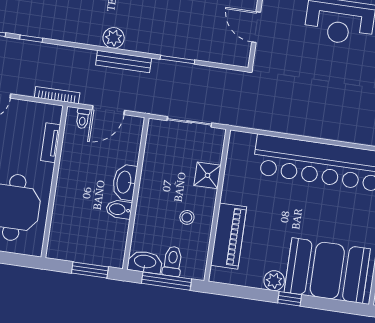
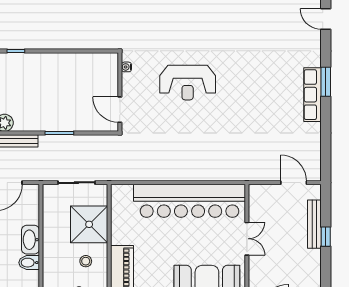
door: (256, 27) -> (120, 110), moved
shower: (208, 175) -> (89, 224), width x1.86, depth x1.86

